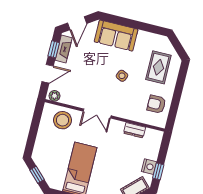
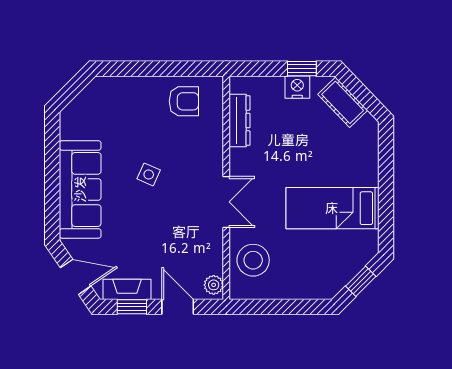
sofa: (116, 36) -> (80, 189), width x1.36
rug: (158, 67) -> (118, 114), removed
armchair: (156, 104) -> (184, 101), turned -90
dresser: (134, 130) -> (239, 120), width x1.44

